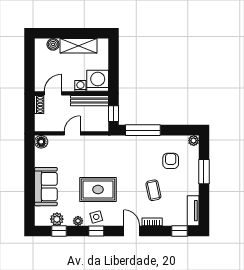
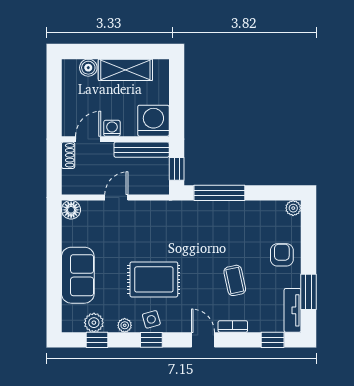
washing machine: (80, 86) -> (112, 128), moved
armchair: (171, 161) -> (282, 255), moved
window: (204, 172) -> (308, 292), moved

